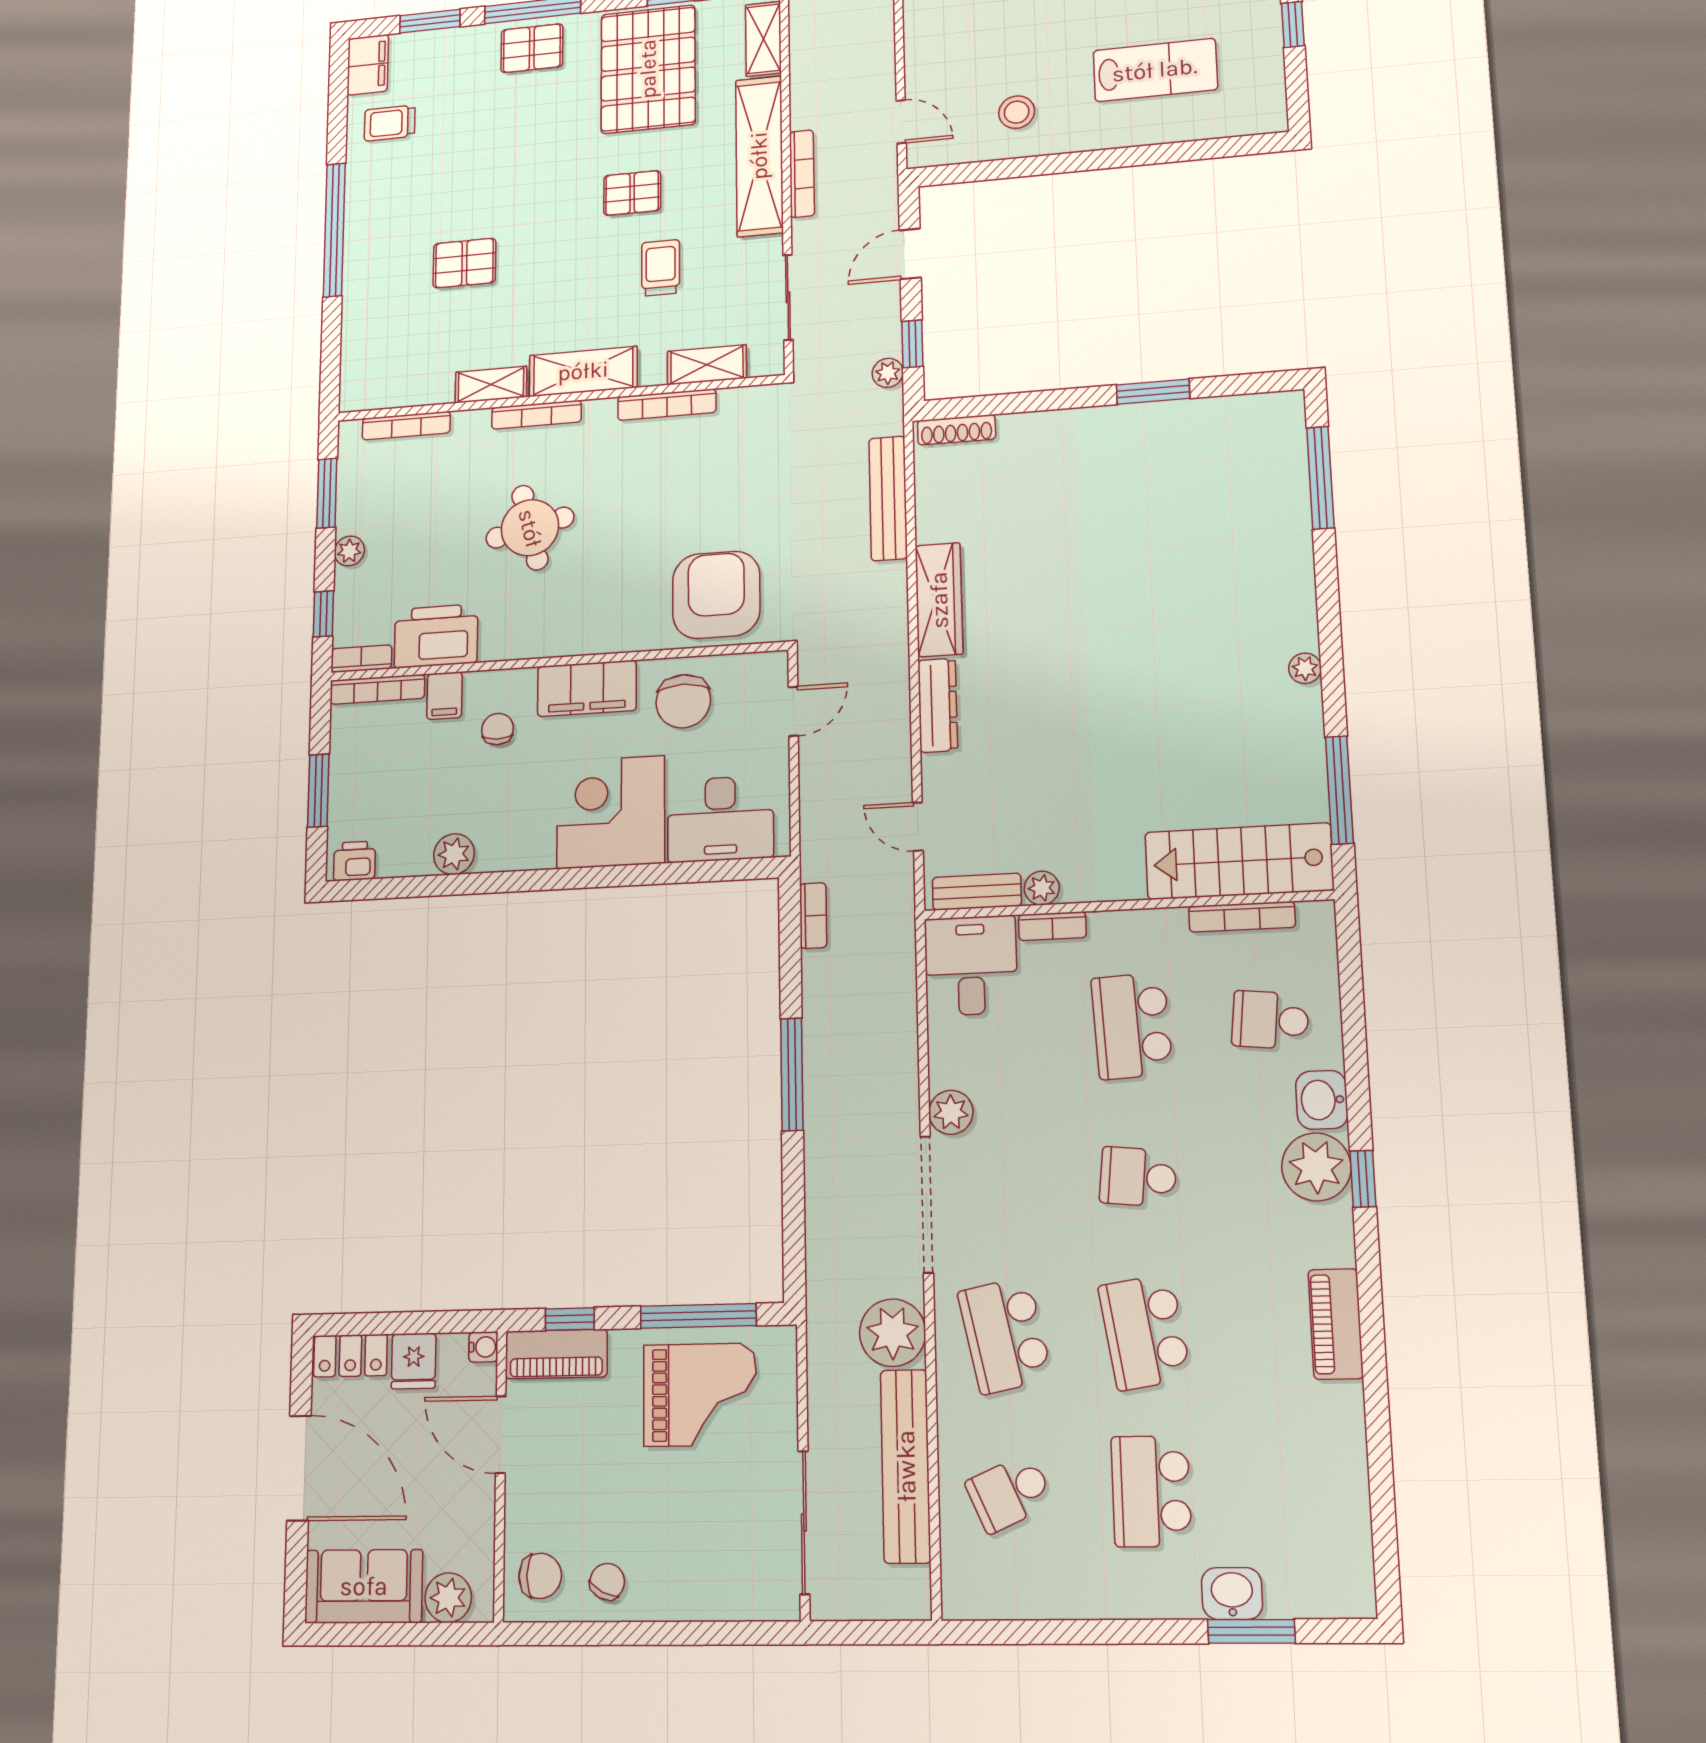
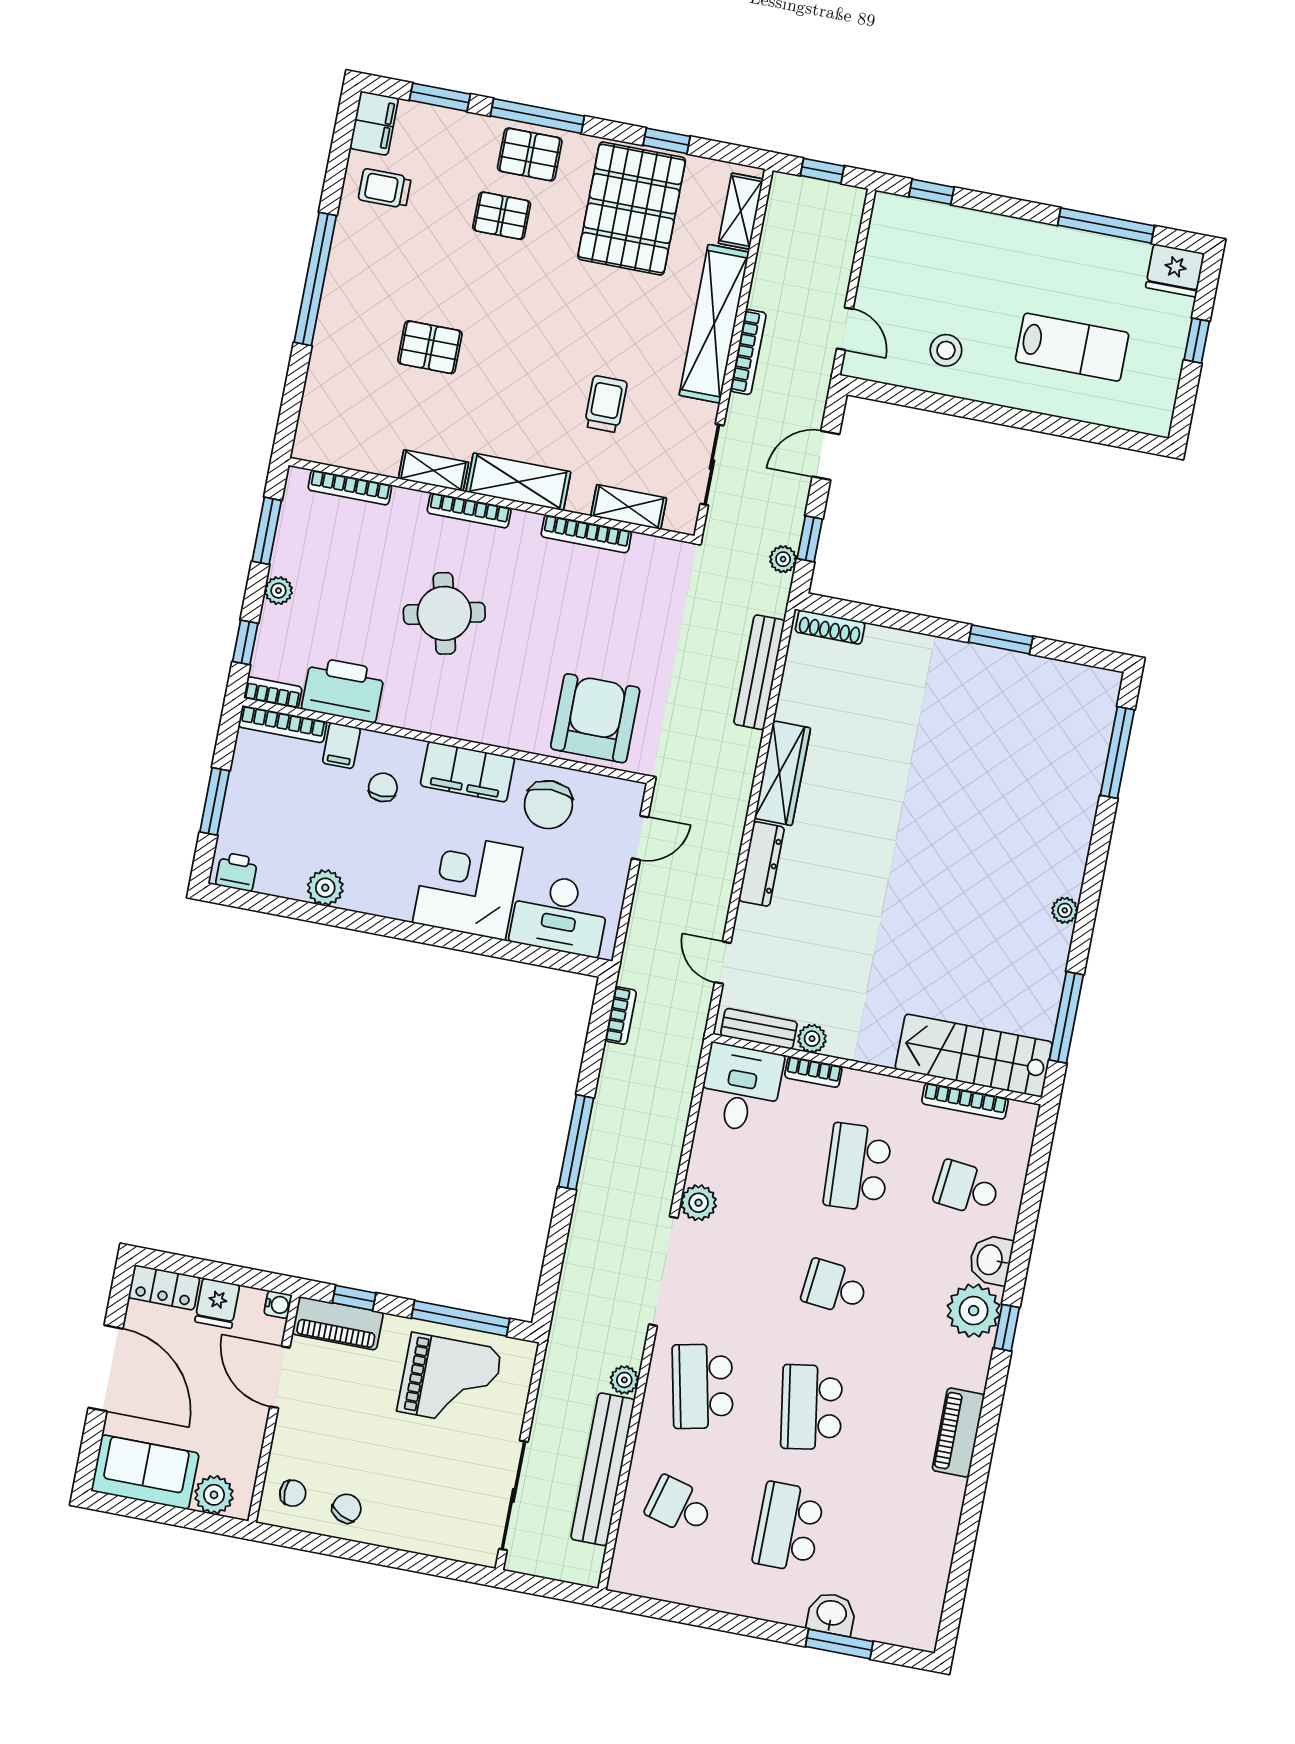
pallet: (632, 193) -> (502, 216), moved
plant: (893, 1333) -> (624, 1380), width x0.53, depth x0.53
school desk: (1009, 1493) -> (679, 1506), turned 39
chair: (540, 1576) -> (293, 1493), width x0.73, depth x0.73

